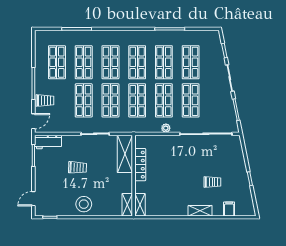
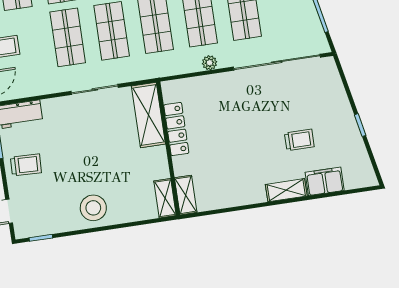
trolley: (77, 167) -> (26, 165), moved
filing cabinet: (229, 209) -> (325, 181), width x2.00

